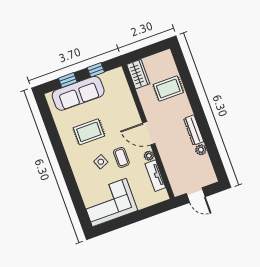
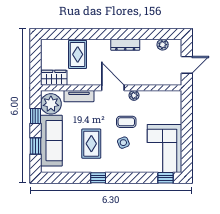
plant: (113, 80) -> (51, 104), added
door: (149, 133) -> (113, 88), swing flipped
window: (59, 150) -> (98, 178), added
plant: (201, 150) -> (163, 45), moved
tv unit: (155, 176) -> (79, 96), moved
window: (82, 213) -> (165, 178), added

